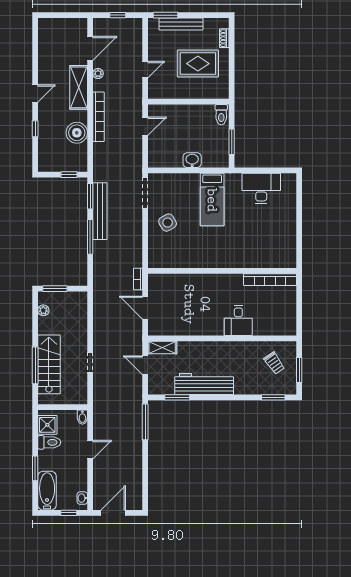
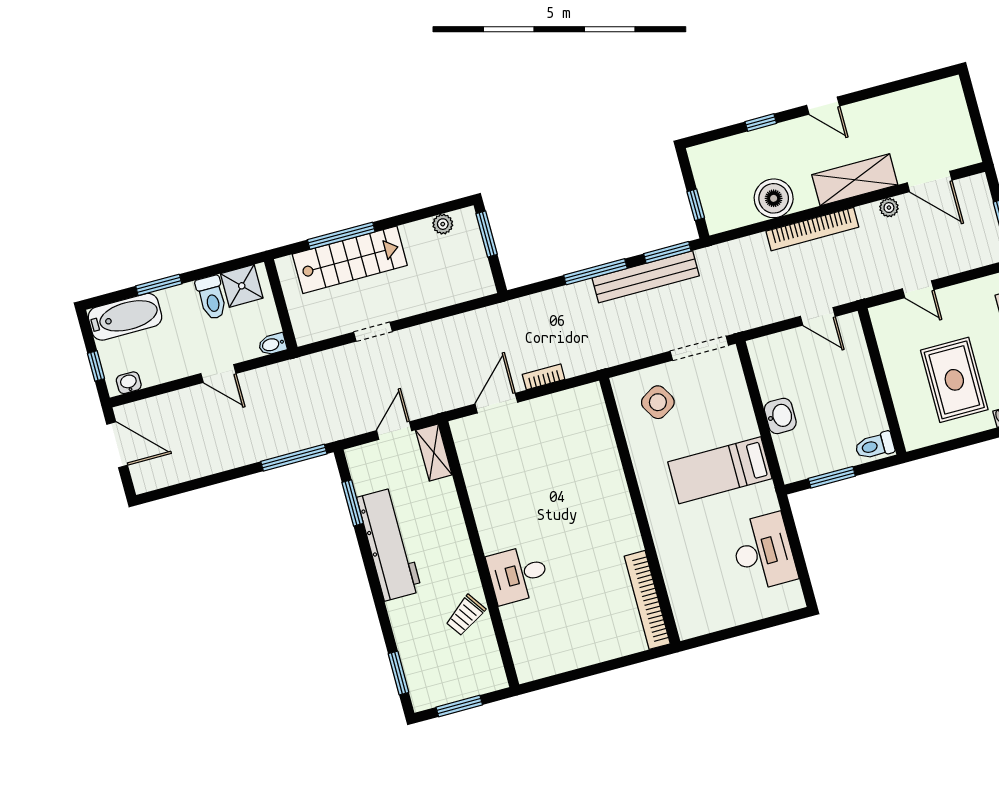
wall: (222, 271) -> (640, 511), moved
bookcase: (270, 280) -> (647, 600), moved
trolley: (274, 363) -> (466, 615), moved

